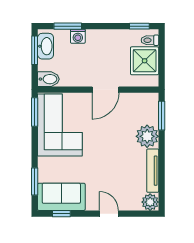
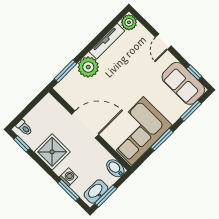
shower: (145, 61) -> (52, 152), moved
door: (106, 90) -> (85, 124), width x1.36
window: (35, 112) -> (162, 140), moved

